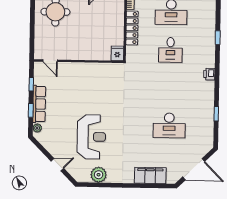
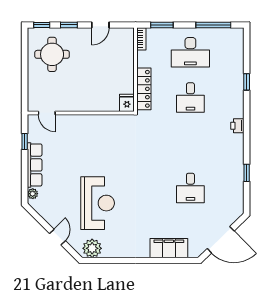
locker: (132, 28) -> (144, 89), moved
window: (31, 110) -> (25, 173), removed
desk: (169, 125) -> (190, 188), width x0.73
door: (57, 165) -> (57, 237), hinge flipped
plant: (99, 175) -> (92, 248), moved

